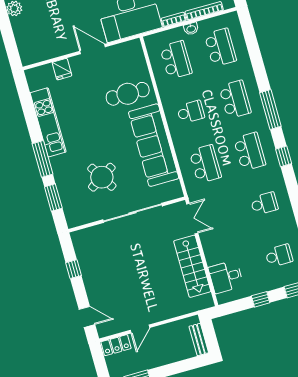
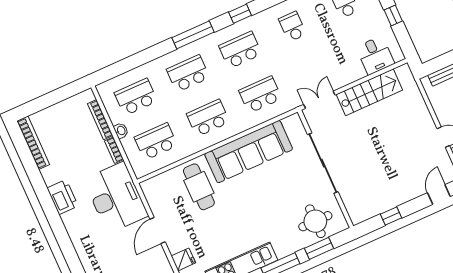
school desk: (191, 112) -> (208, 118), width x1.85
round table: (102, 177) -> (315, 221), moved, turned 32

